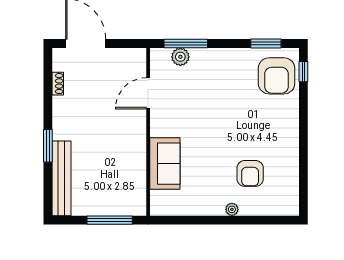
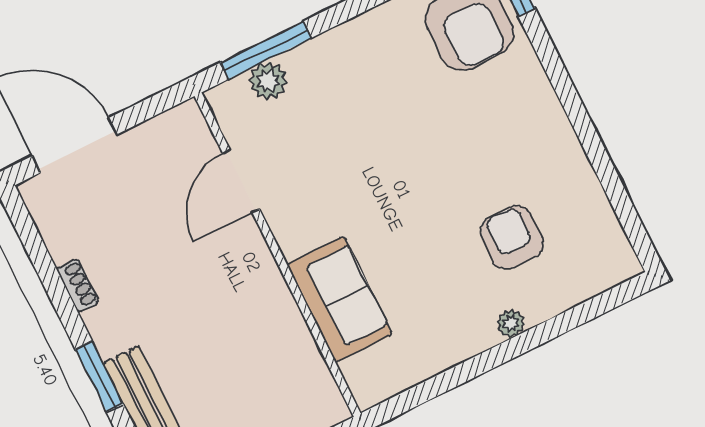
shoe rack: (58, 84) -> (78, 286), moved
armchair: (250, 173) -> (512, 237), turned 180

